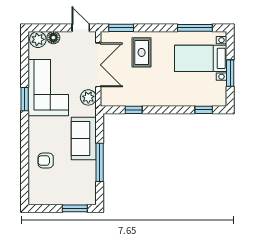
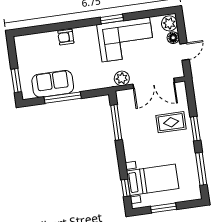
door: (81, 28) -> (184, 52), moved
window: (121, 28) -> (195, 129), moved
bed with nightstands: (201, 58) -> (153, 180), moved, turned 90
window: (134, 110) -> (116, 122), width x2.17
sofa: (84, 139) -> (53, 84), moved
armchair: (46, 160) -> (66, 37), moved, turned -90

